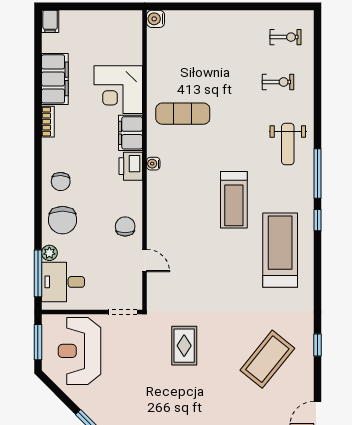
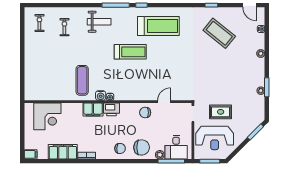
water cooler: (156, 19) -> (101, 95), moved
corner desk: (118, 90) -> (47, 116), moved
treadmill: (280, 250) -> (158, 26), turned 180
rug: (184, 346) -> (221, 112), moved

